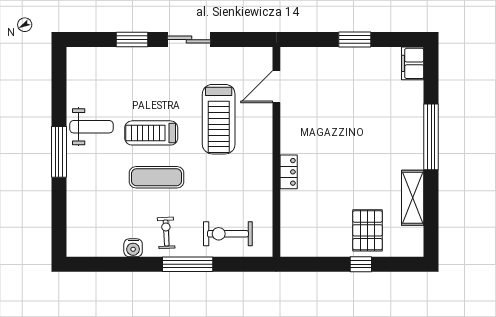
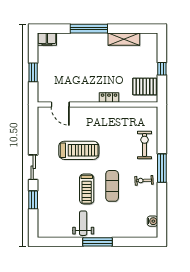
door: (276, 87) -> (60, 105), moved
wall: (276, 152) -> (98, 105), moved
locker: (289, 172) -> (109, 98), moved
pallet: (367, 230) -> (145, 86), moved
exercise bike: (228, 234) -> (144, 145), turned 180
water cooler: (133, 248) -> (152, 221), moved

